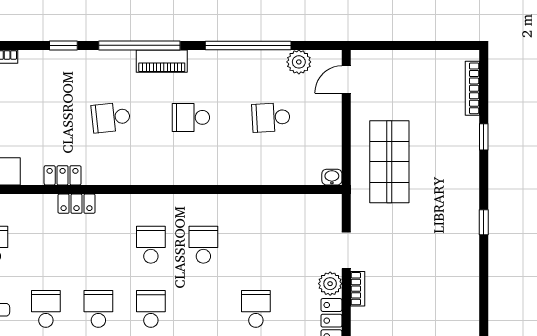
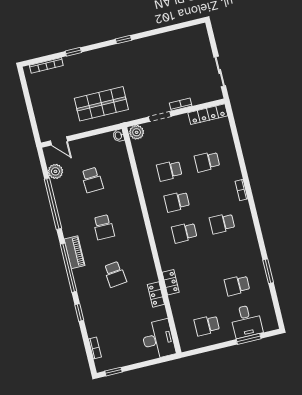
plant: (330, 284) -> (137, 132), moved
school desk: (98, 309) -> (169, 171), moved

